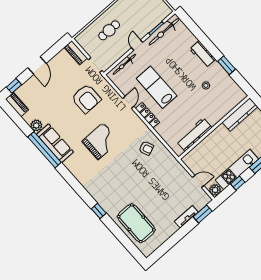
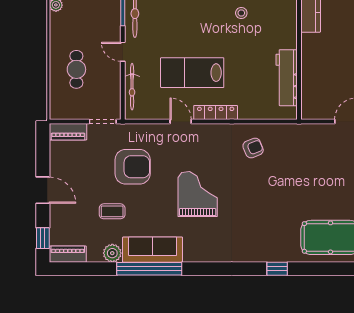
coffee table: (56, 108) -> (112, 211), added

